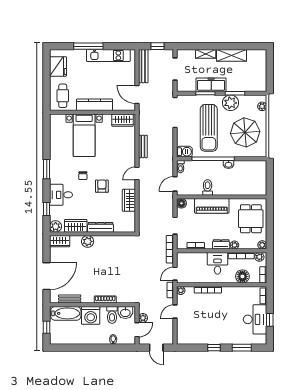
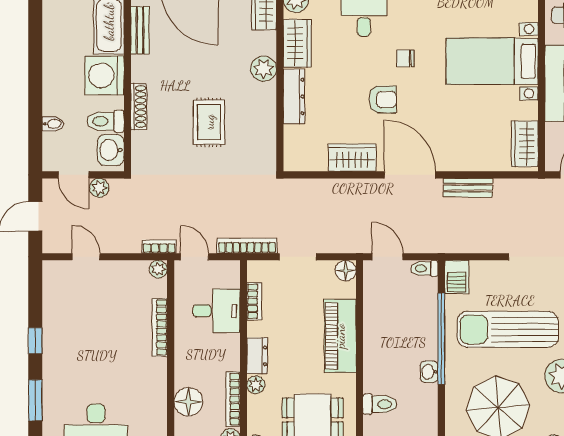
door: (137, 173) -> (410, 175), width x1.88
toilet: (208, 187) -> (380, 404), moved
desk: (217, 263) -> (217, 311), moved
rug: (113, 267) -> (209, 122), added
door: (175, 312) -> (86, 257), moved

